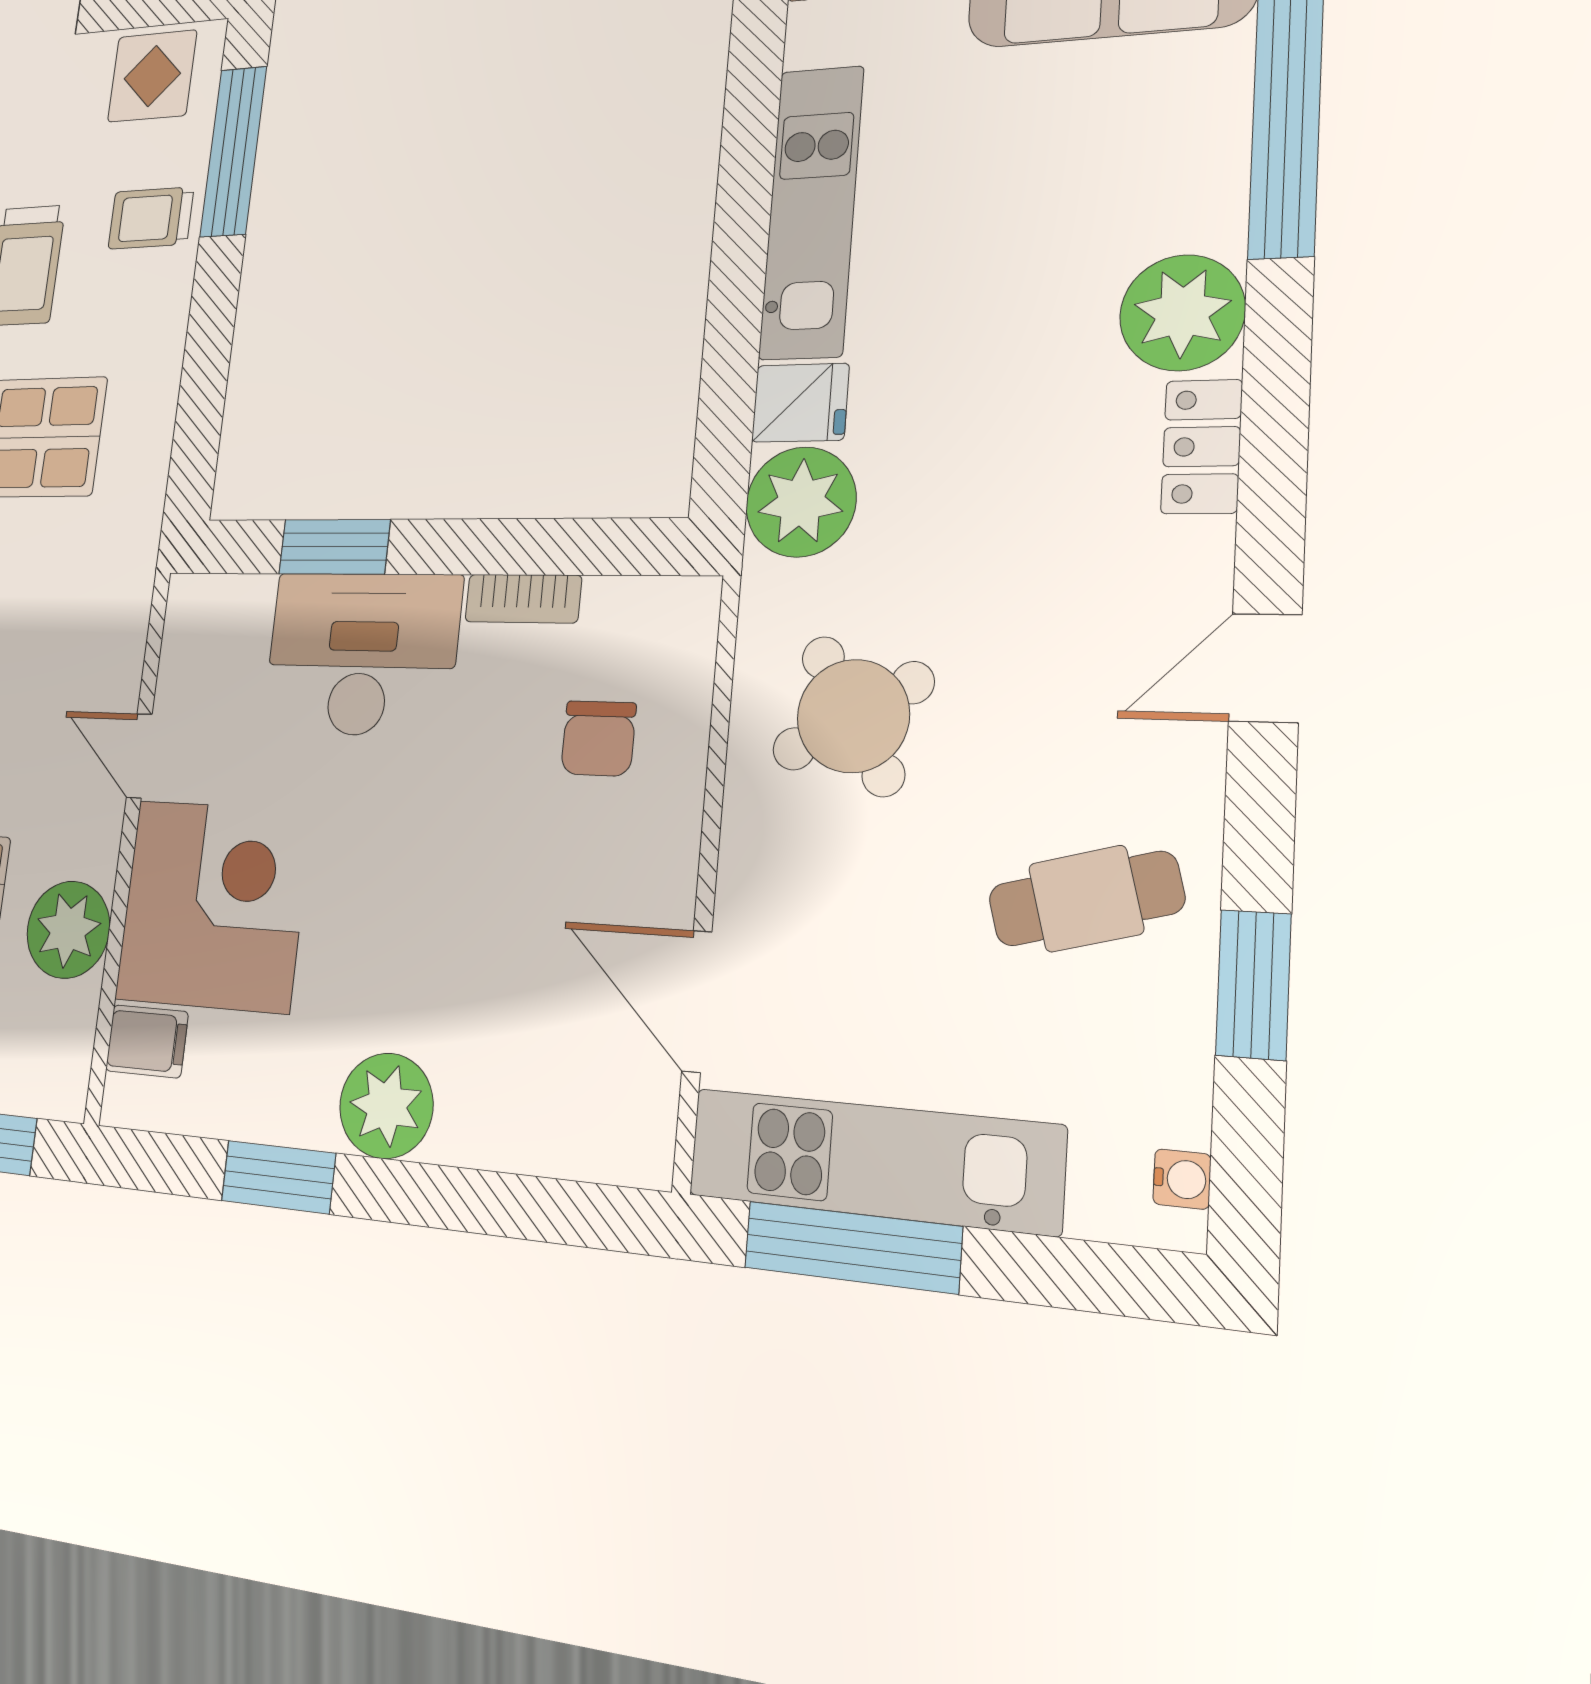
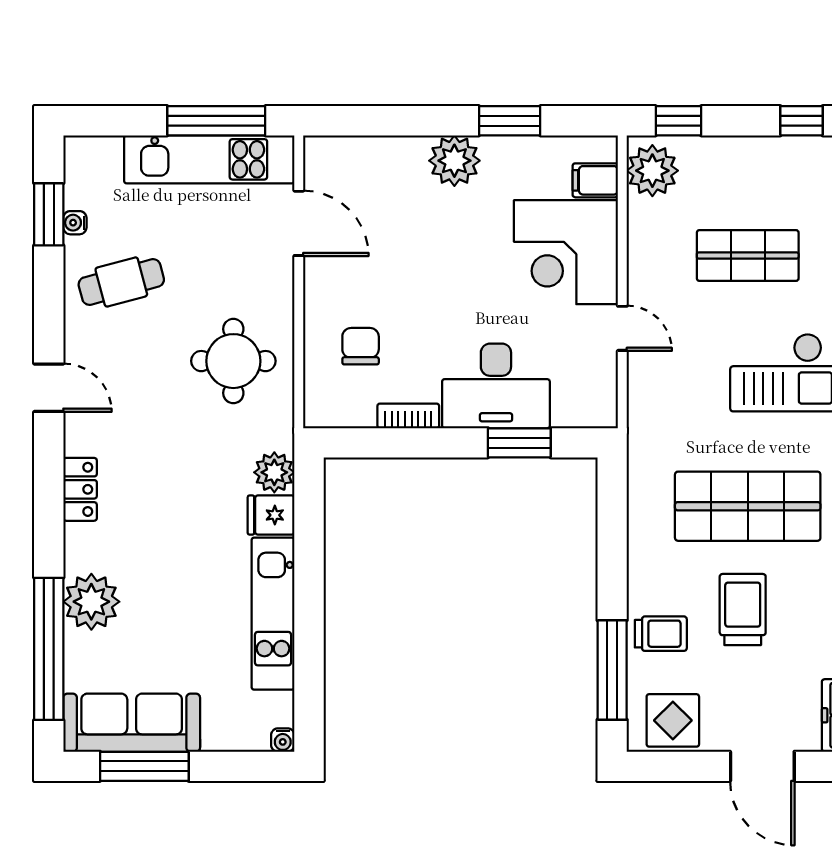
plant: (1182, 313) -> (91, 602), moved
plant: (801, 502) -> (274, 472), width x0.73, depth x0.73
door: (1265, 668) -> (49, 388), hinge flipped
round table: (853, 716) -> (233, 361), turned 31
plant: (68, 930) -> (652, 171), moved
window: (1253, 985) -> (49, 214), moved
water cooler: (1182, 1179) -> (75, 223), moved

